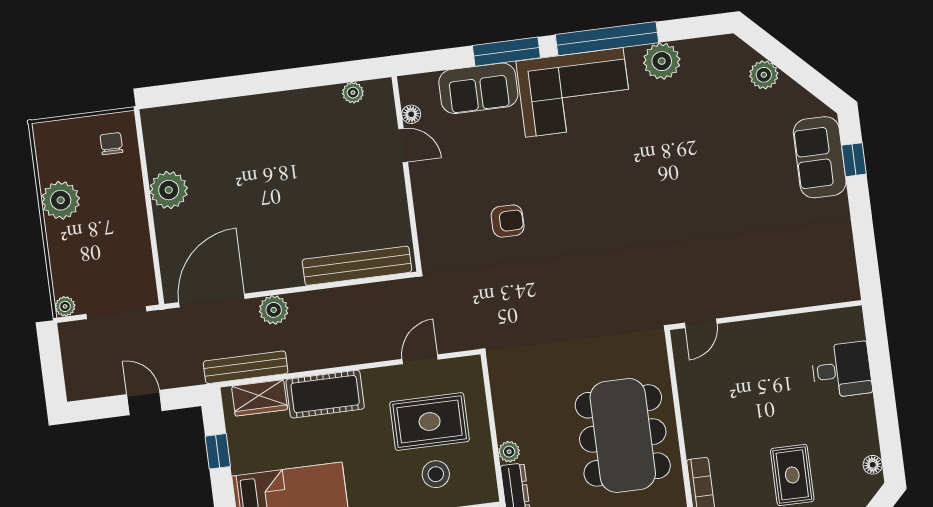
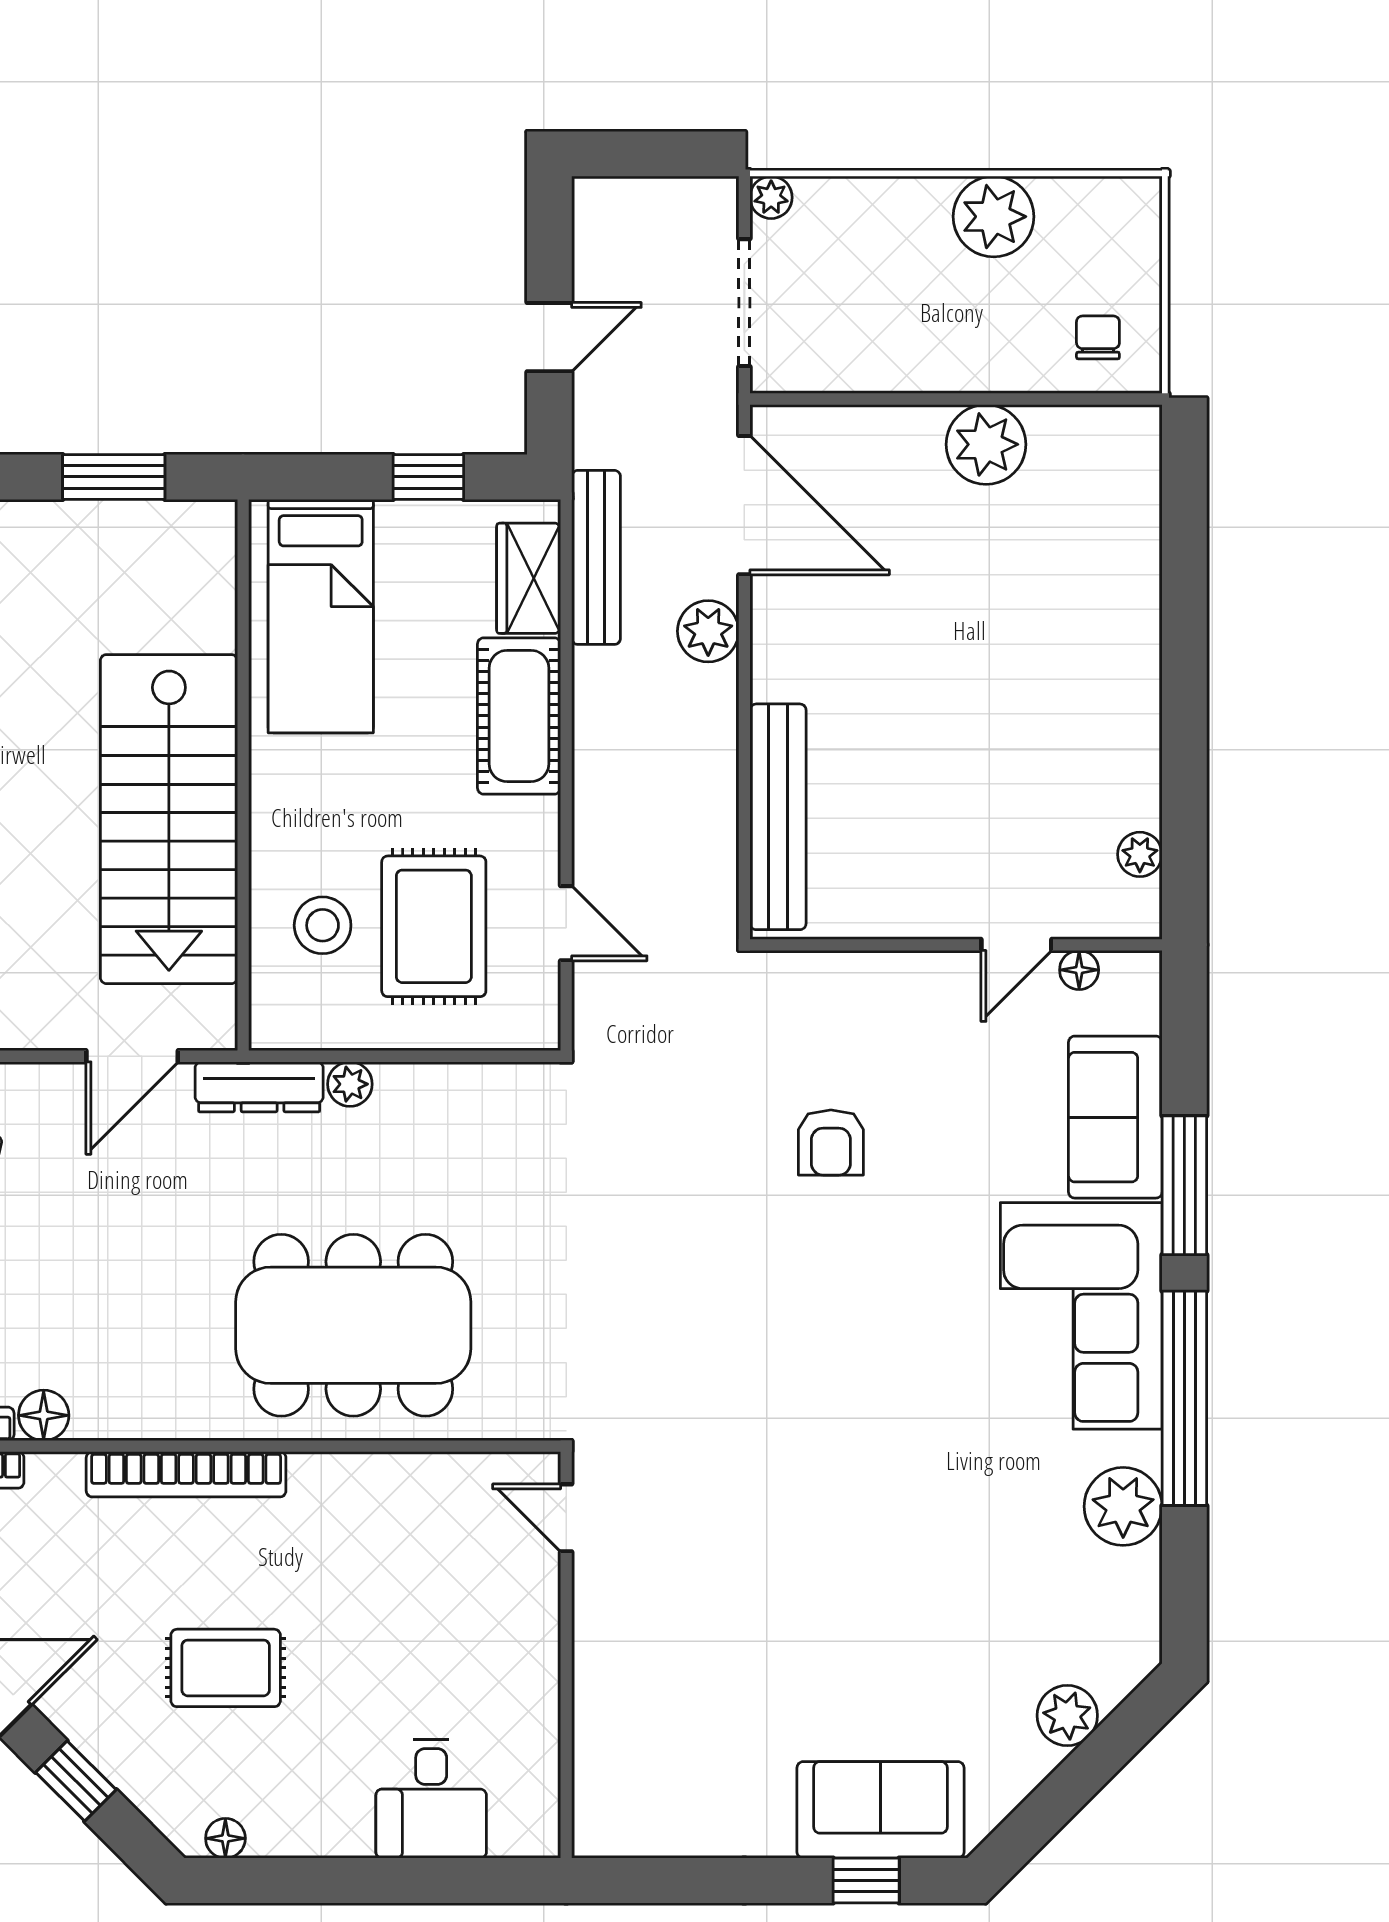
chair: (111, 144) -> (1098, 337), turned -90

